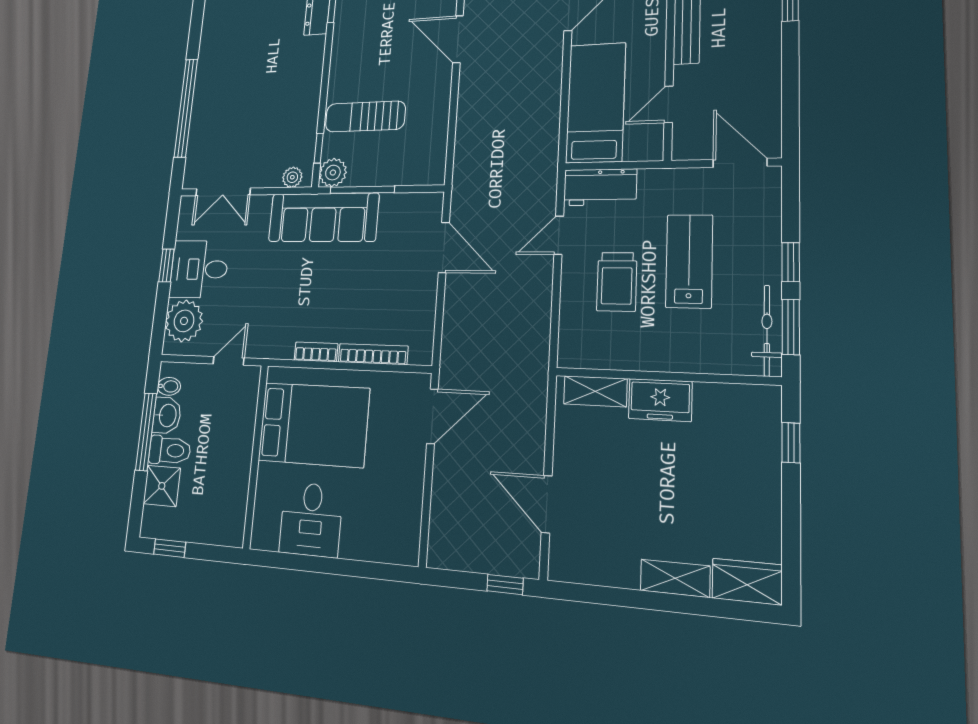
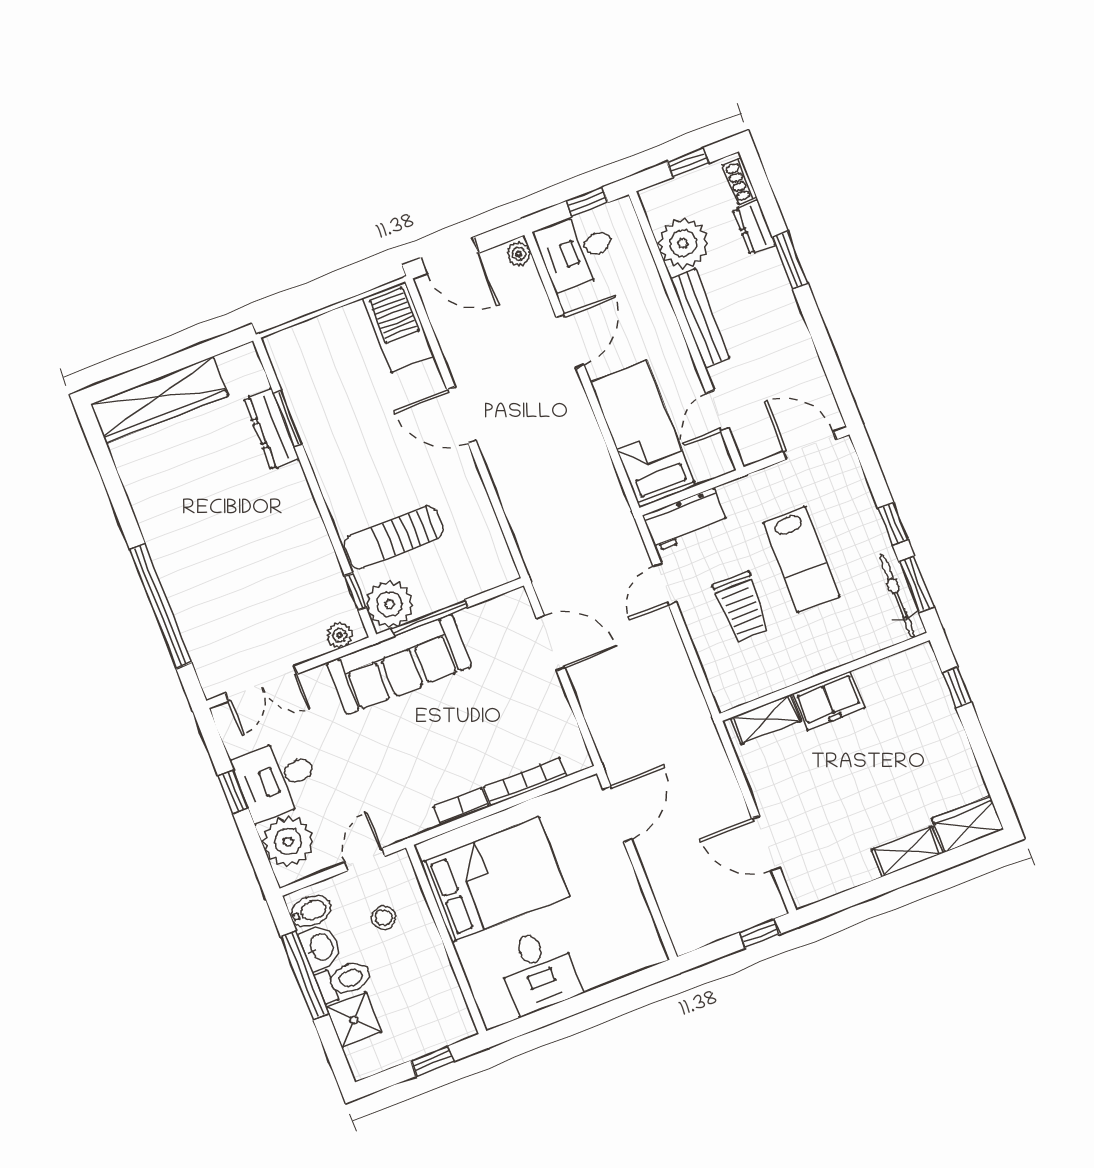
plant: (333, 173) -> (390, 604), width x1.36, depth x1.36
lab bench: (689, 261) -> (801, 559), turned 180
bidet: (169, 386) -> (311, 911), width x1.38, depth x1.36
stool: (220, 414) -> (384, 918), added
window: (170, 548) -> (432, 1061), moved

